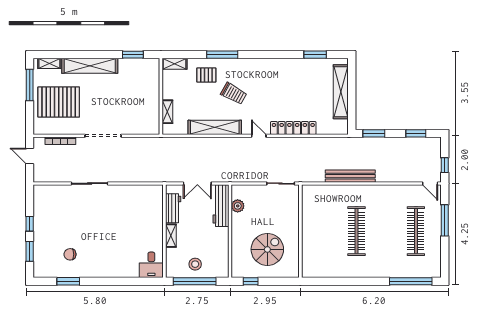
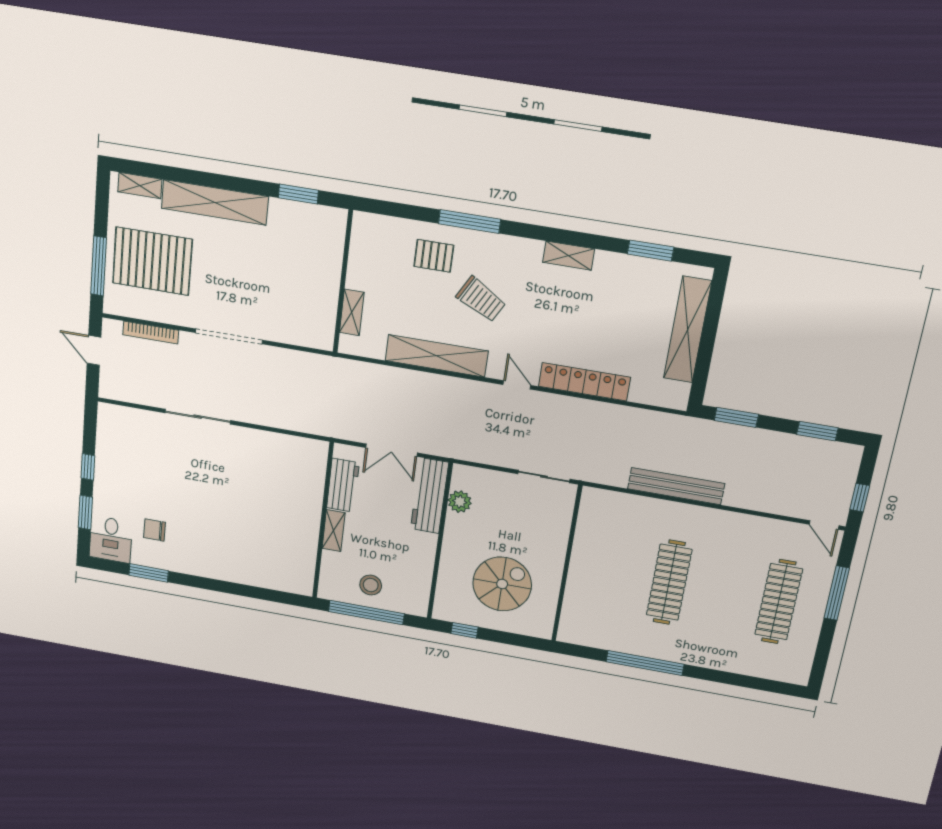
shelving: (175, 64) -> (569, 256), moved
window: (30, 85) -> (99, 266), moved
desk: (151, 265) -> (111, 539), moved
window: (411, 281) -> (645, 663), moved

